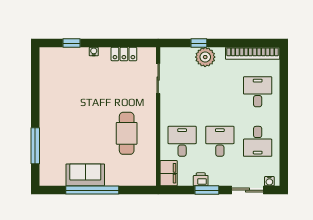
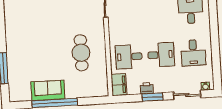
desk: (182, 141) -> (129, 57), turned -90
desk: (220, 141) -> (161, 55), turned 90

